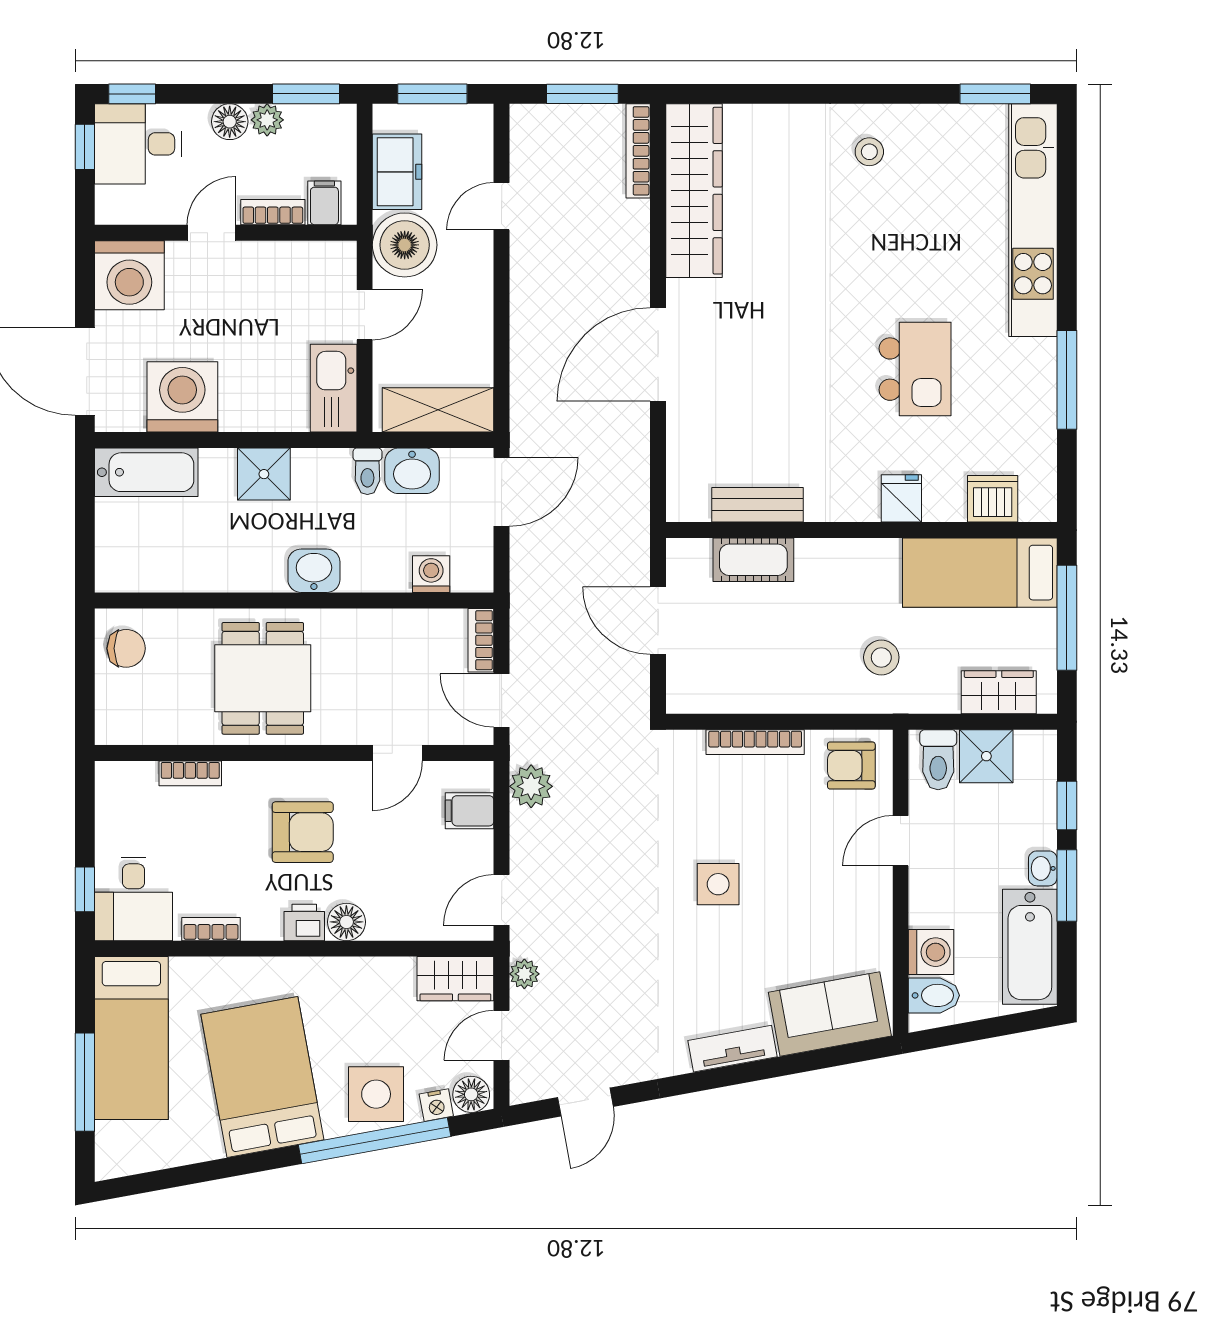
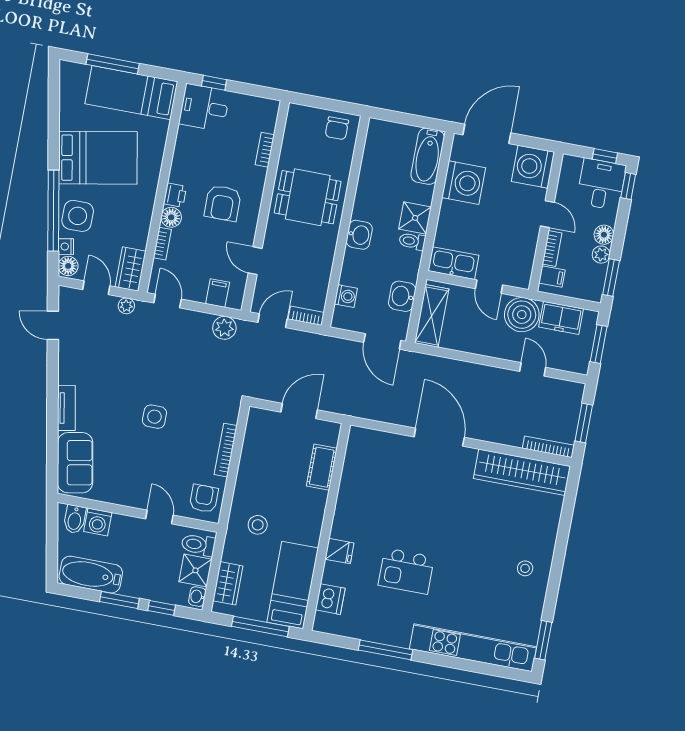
toilet: (367, 471) -> (412, 241), moved
bench: (757, 505) -> (350, 475), removed
washbasin: (1043, 868) -> (197, 597), moved, turned -90
bookcase: (211, 929) -> (162, 244), moved

